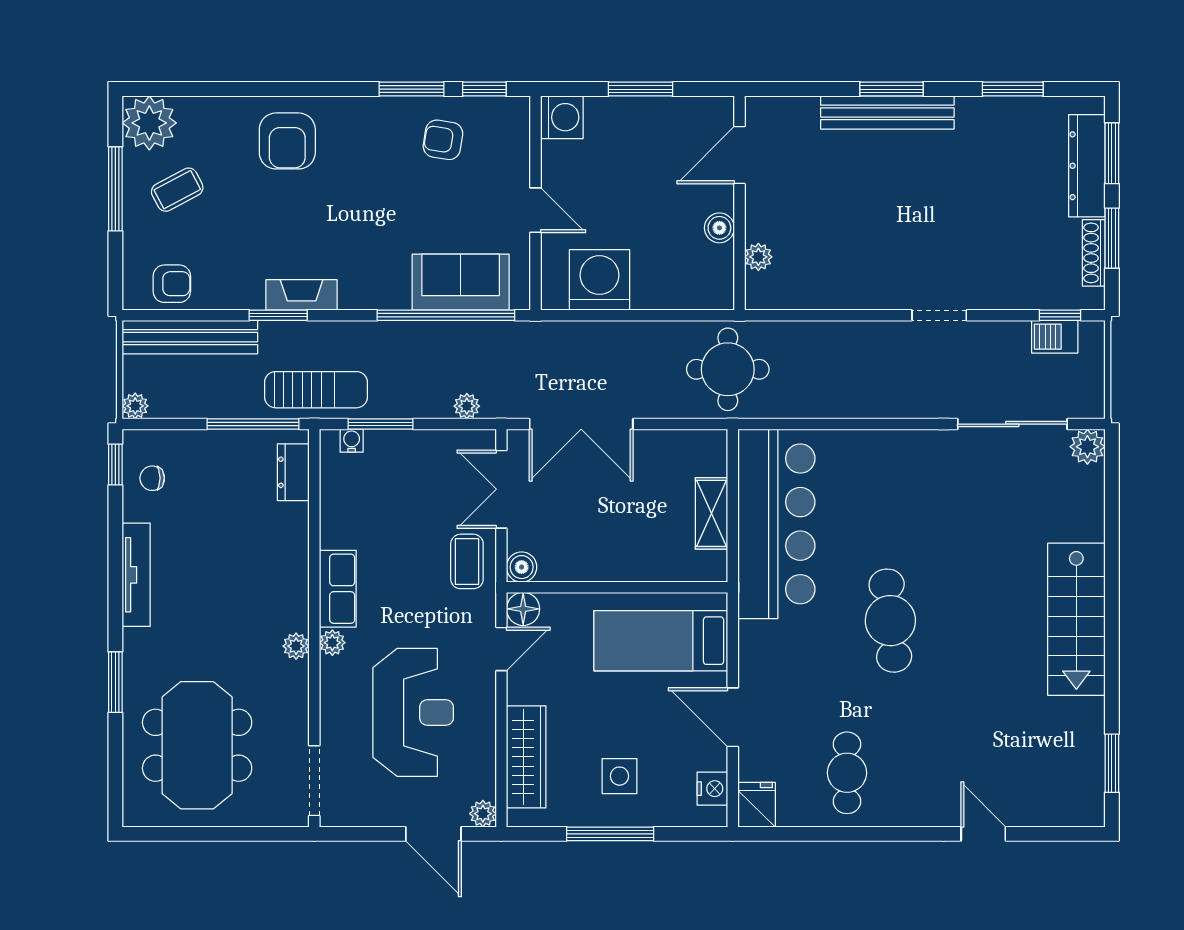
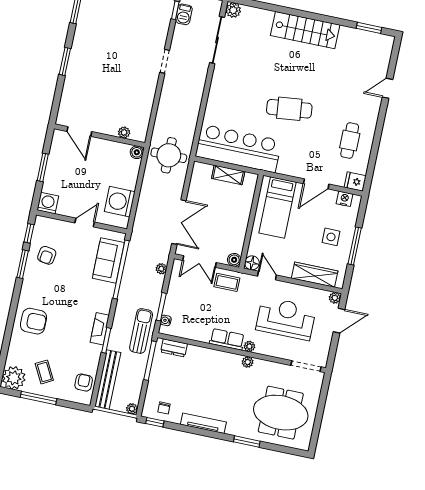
bench: (887, 112) -> (74, 65), removed
boiler: (719, 228) -> (137, 152), moved
cafe table: (847, 773) -> (350, 141), turned 90

